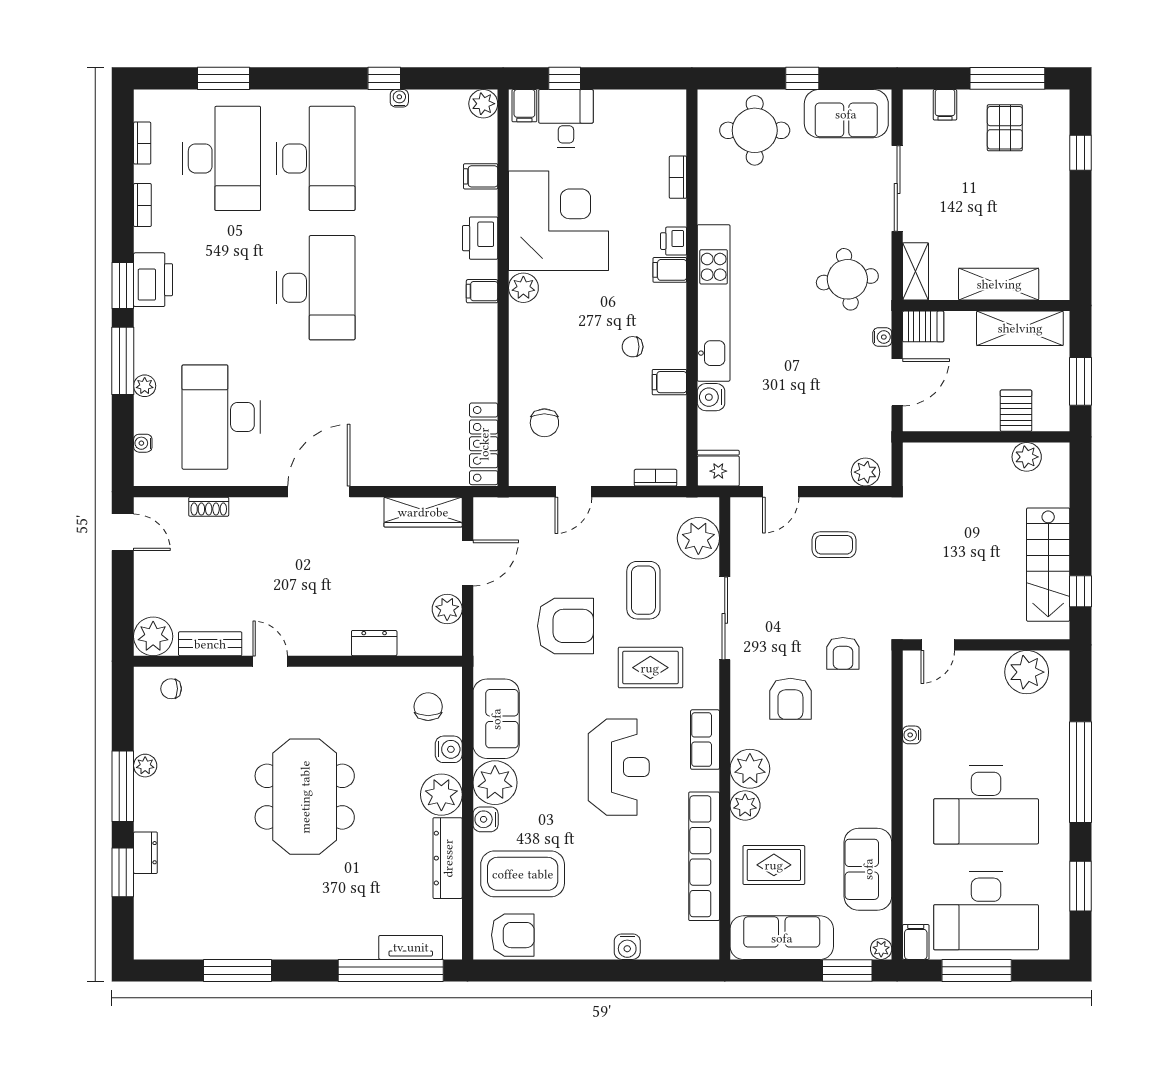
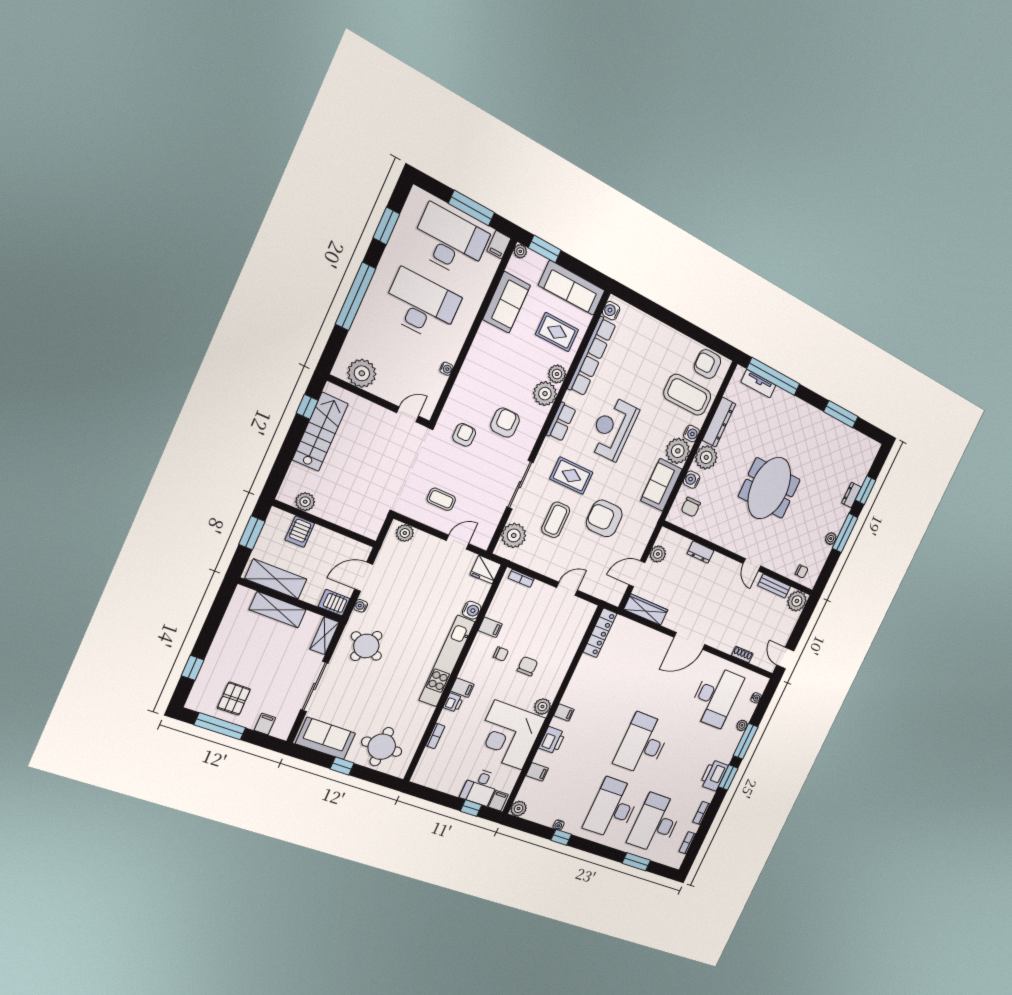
round table: (847, 279) -> (366, 646), turned 31
chair: (544, 423) -> (527, 666), moved
water cooler: (627, 947) -> (611, 311), moved, turned -90

